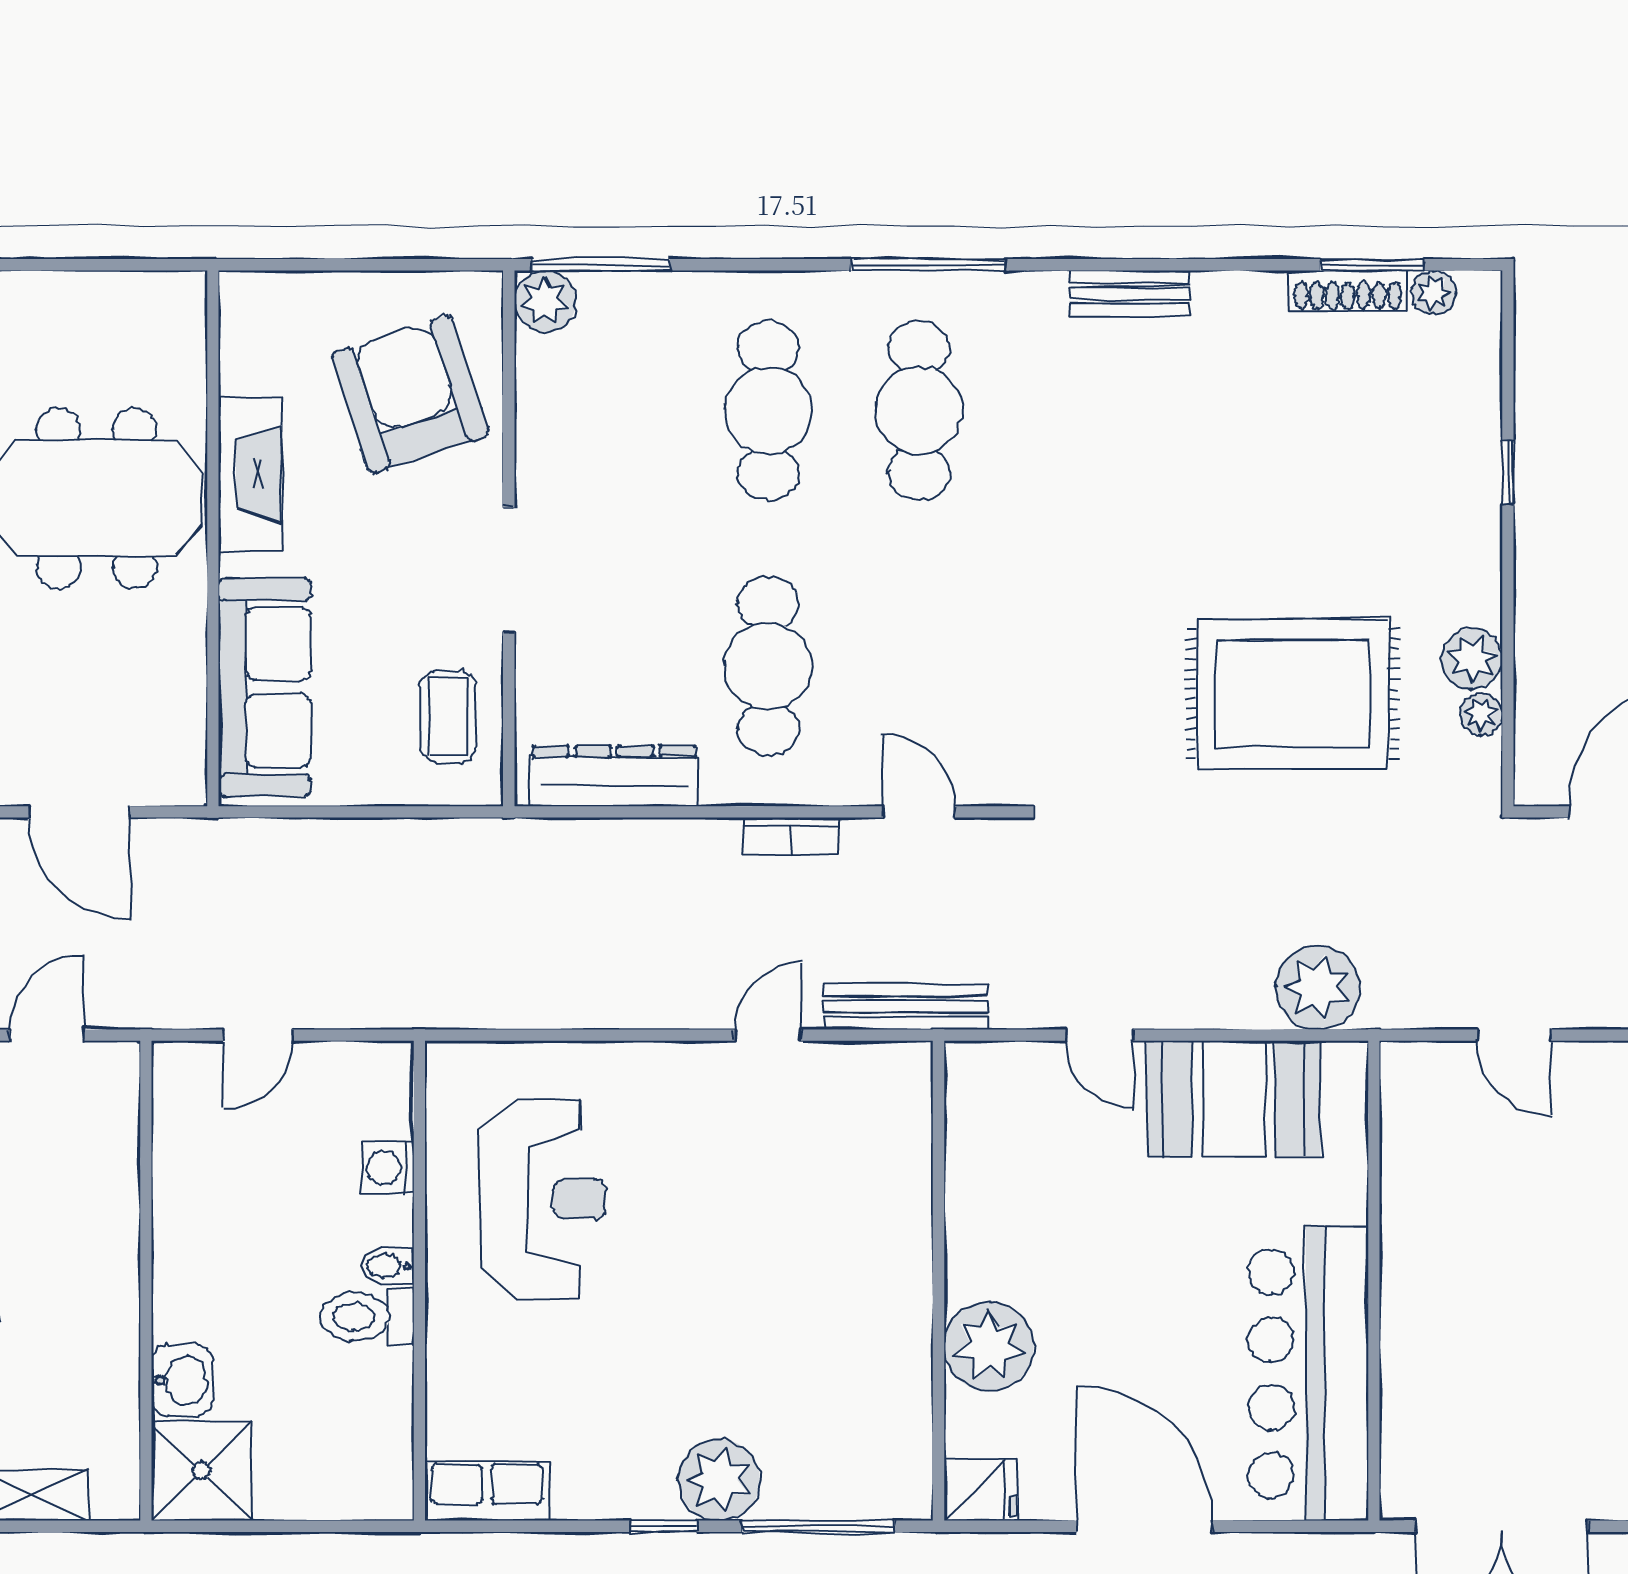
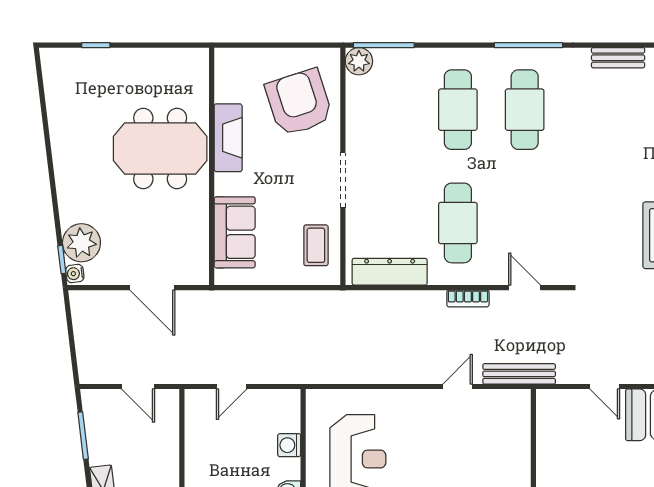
sofa: (265, 687) -> (235, 232), width x0.73
door: (47, 1035) -> (138, 387), swing flipped

